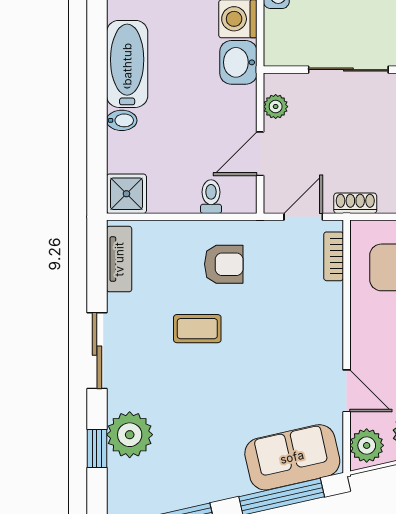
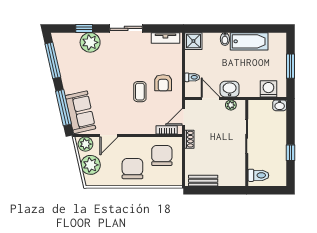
washbasin: (238, 62) -> (230, 89), moved
door: (303, 217) -> (184, 117), swing flipped
coffee table: (197, 329) -> (140, 92), moved

